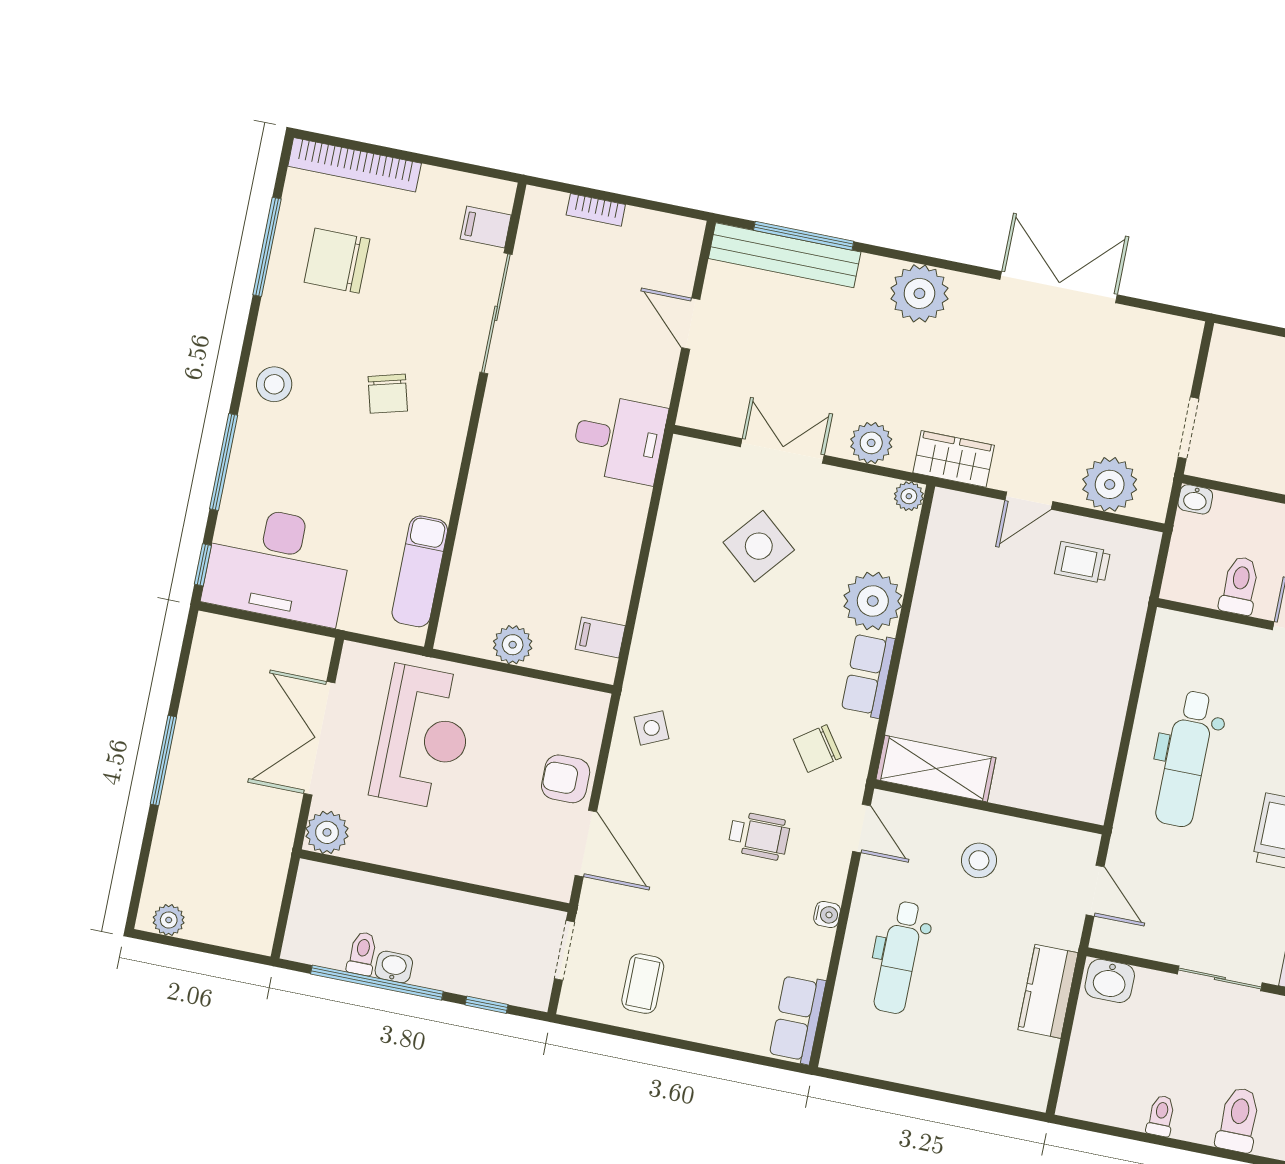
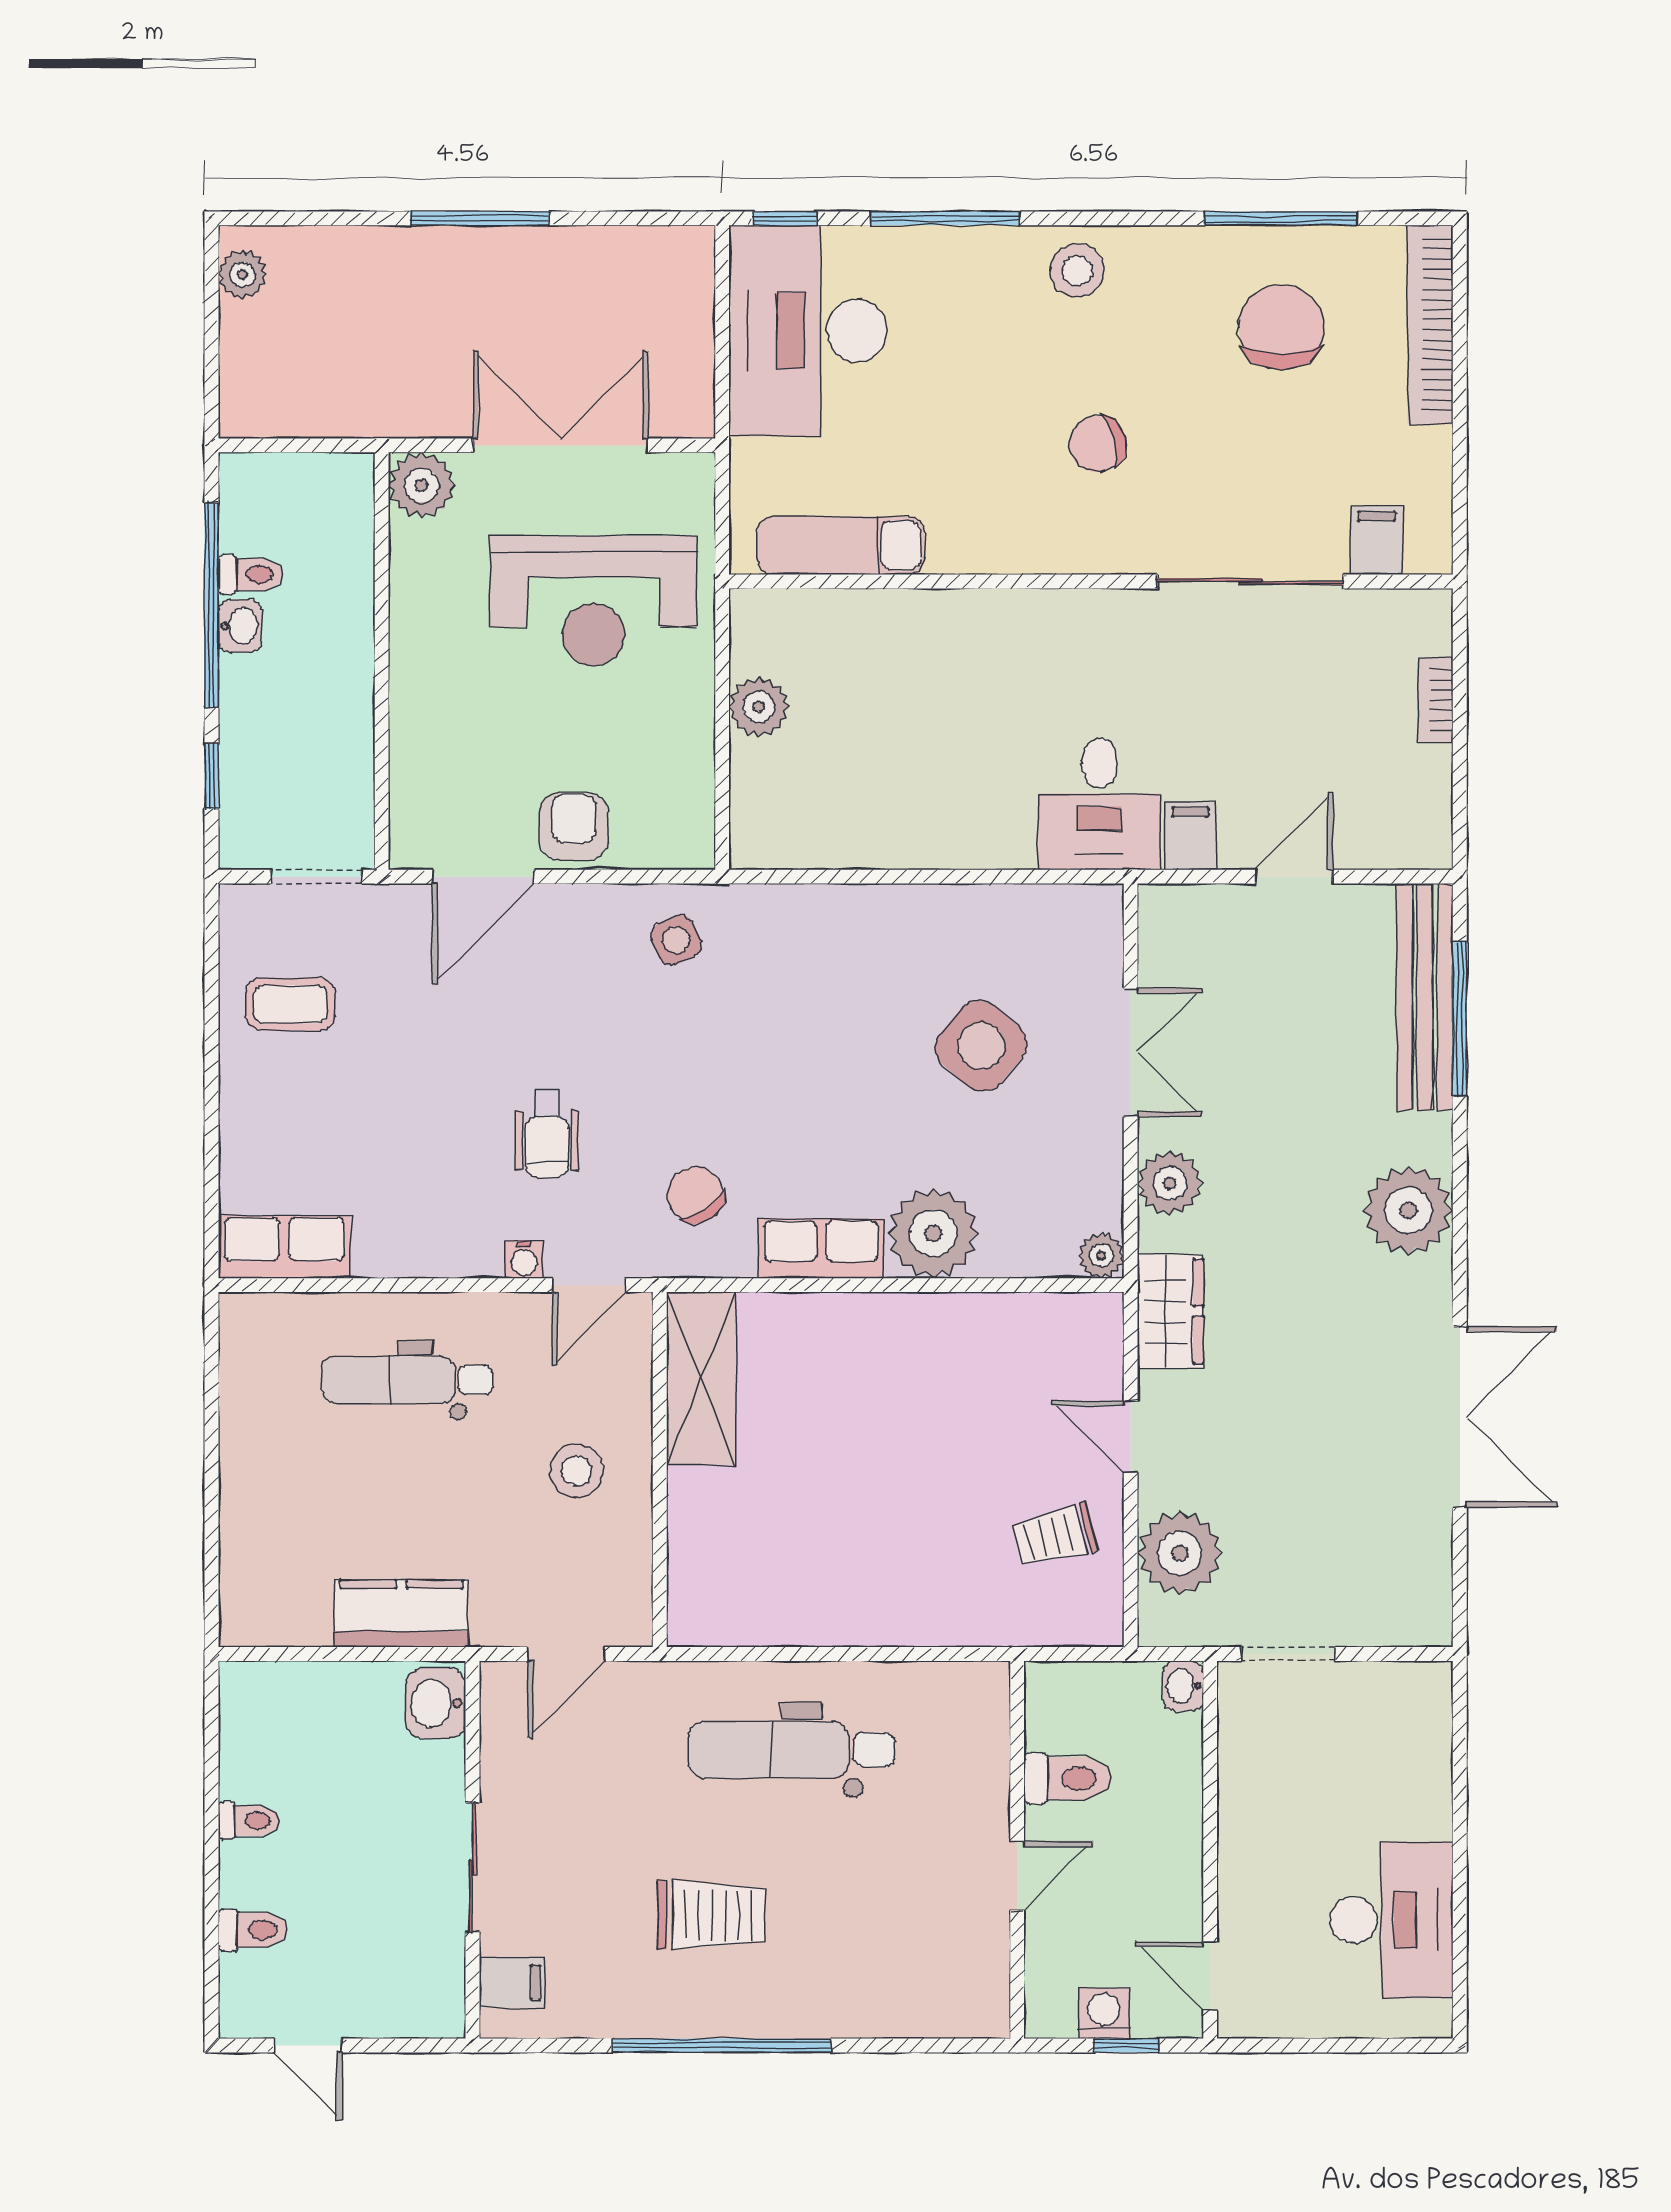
trolley: (1082, 562) -> (1054, 1536), turned -104
filing cabinet: (600, 638) -> (1191, 836), moved
water cooler: (827, 915) -> (524, 1259), moved
toilet: (1238, 1120) -> (253, 1930), width x0.73, depth x0.72

